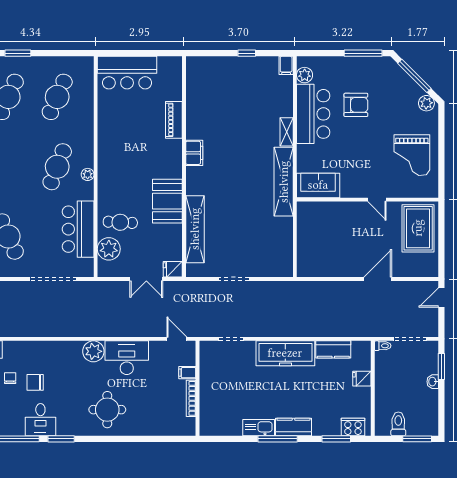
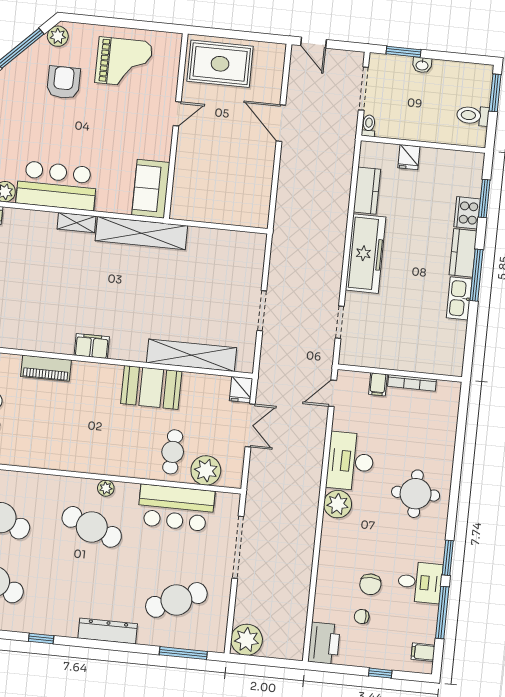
armchair: (356, 105) -> (64, 82), moved
cooker: (353, 427) -> (467, 213), moved

